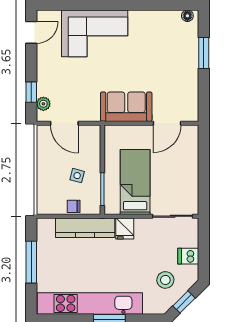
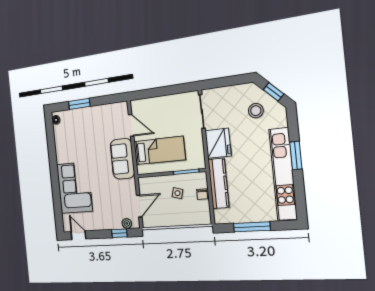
bed: (135, 182) -> (159, 151), moved, turned 180
fridge: (125, 228) -> (218, 143), width x1.88, depth x1.34
dishwasher: (188, 256) -> (233, 94), removed

